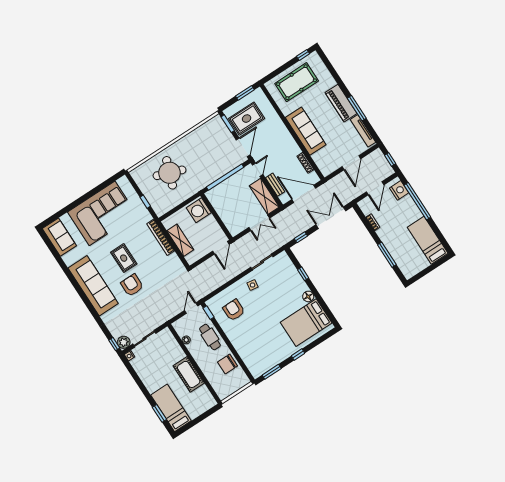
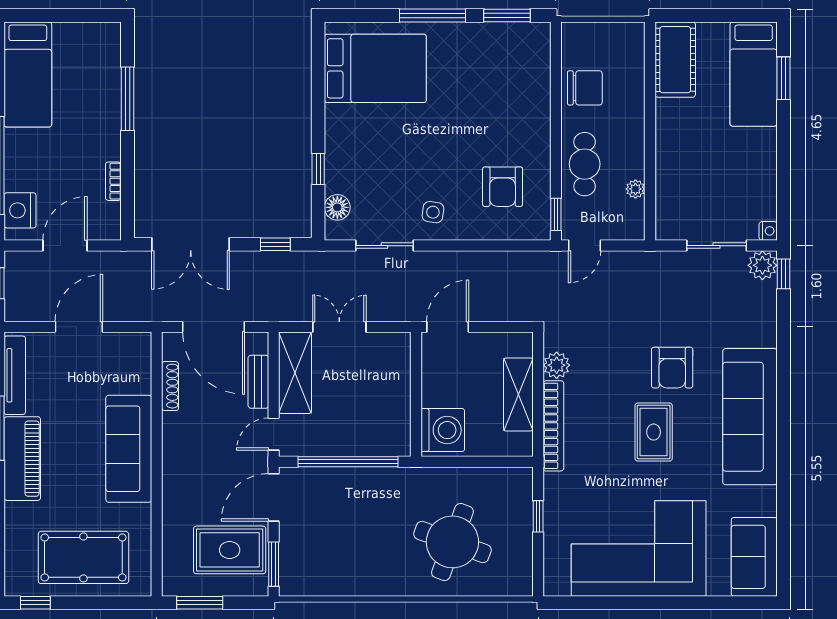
plant: (173, 259) -> (557, 365), added
floor lamp: (308, 296) -> (337, 207), moved
window: (298, 355) -> (432, 15), width x2.17
cot: (189, 374) -> (675, 60), moved

